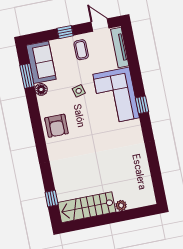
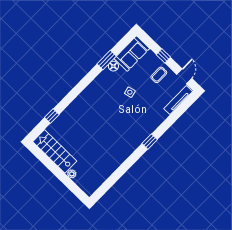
window: (27, 76) -> (107, 60), moved
corner sofa: (116, 96) -> (144, 120), removed
armchair: (57, 126) -> (96, 93), removed
window: (52, 198) -> (52, 116), moved

